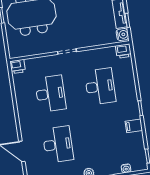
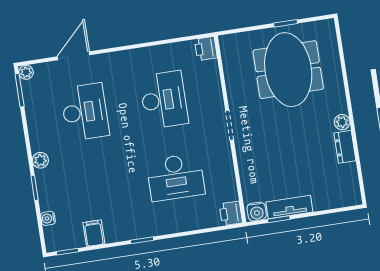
desk: (50, 94) -> (164, 100), turned -90
filing cabinet: (134, 126) -> (94, 233), moved
desk: (58, 144) -> (85, 112), turned -90

